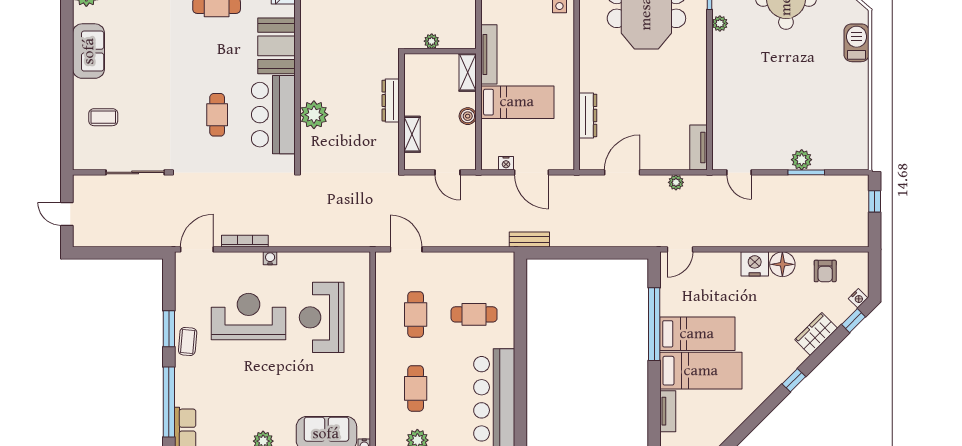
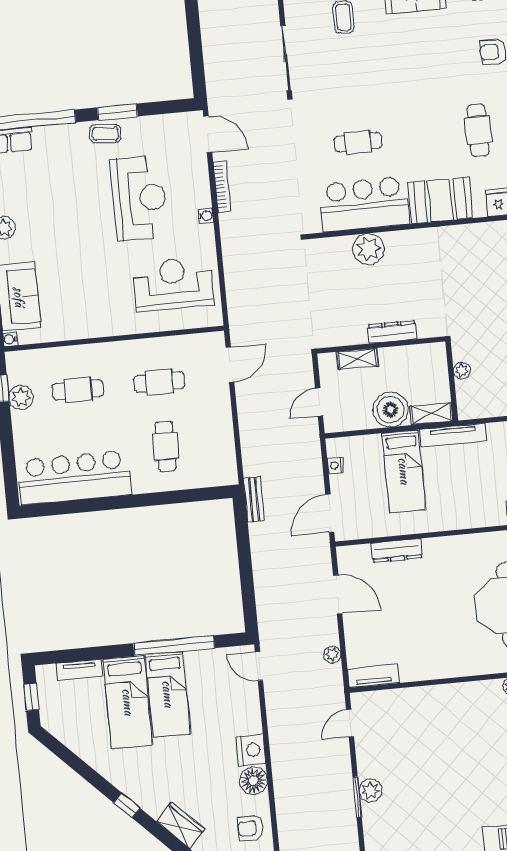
boiler: (468, 116) -> (390, 409), width x1.86, depth x1.86
door: (532, 172) -> (330, 513), moved
reception desk: (322, 317) -> (173, 284), moved

